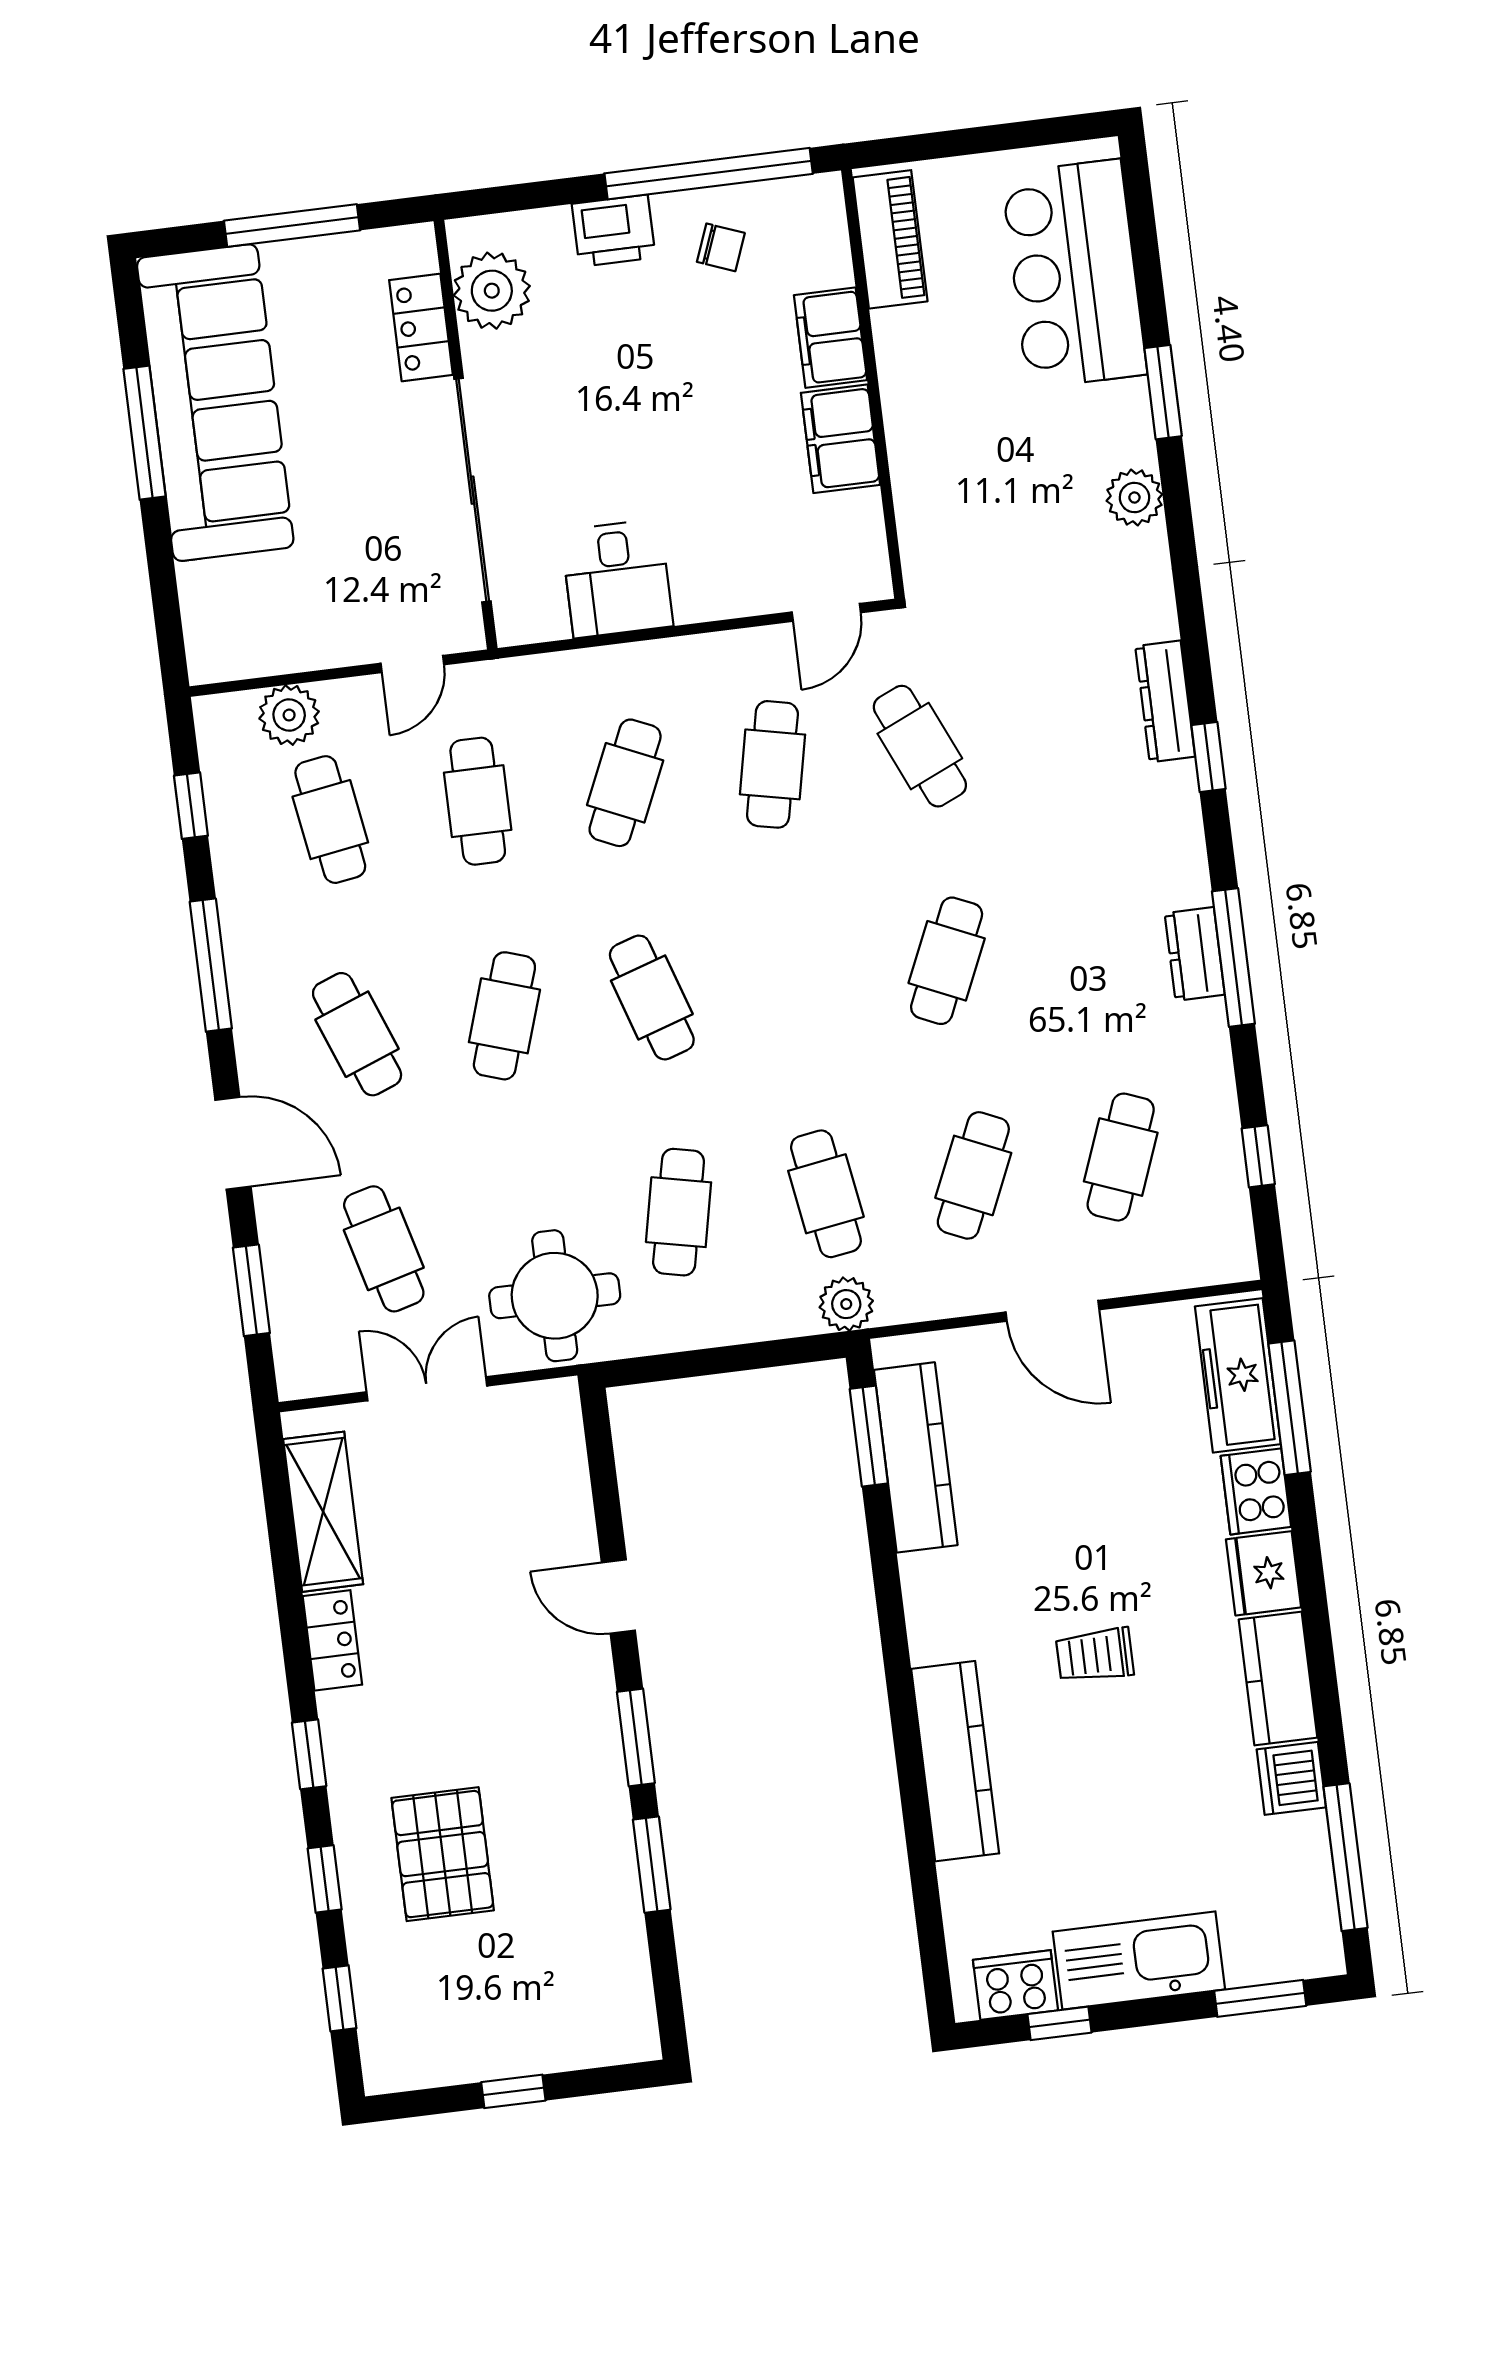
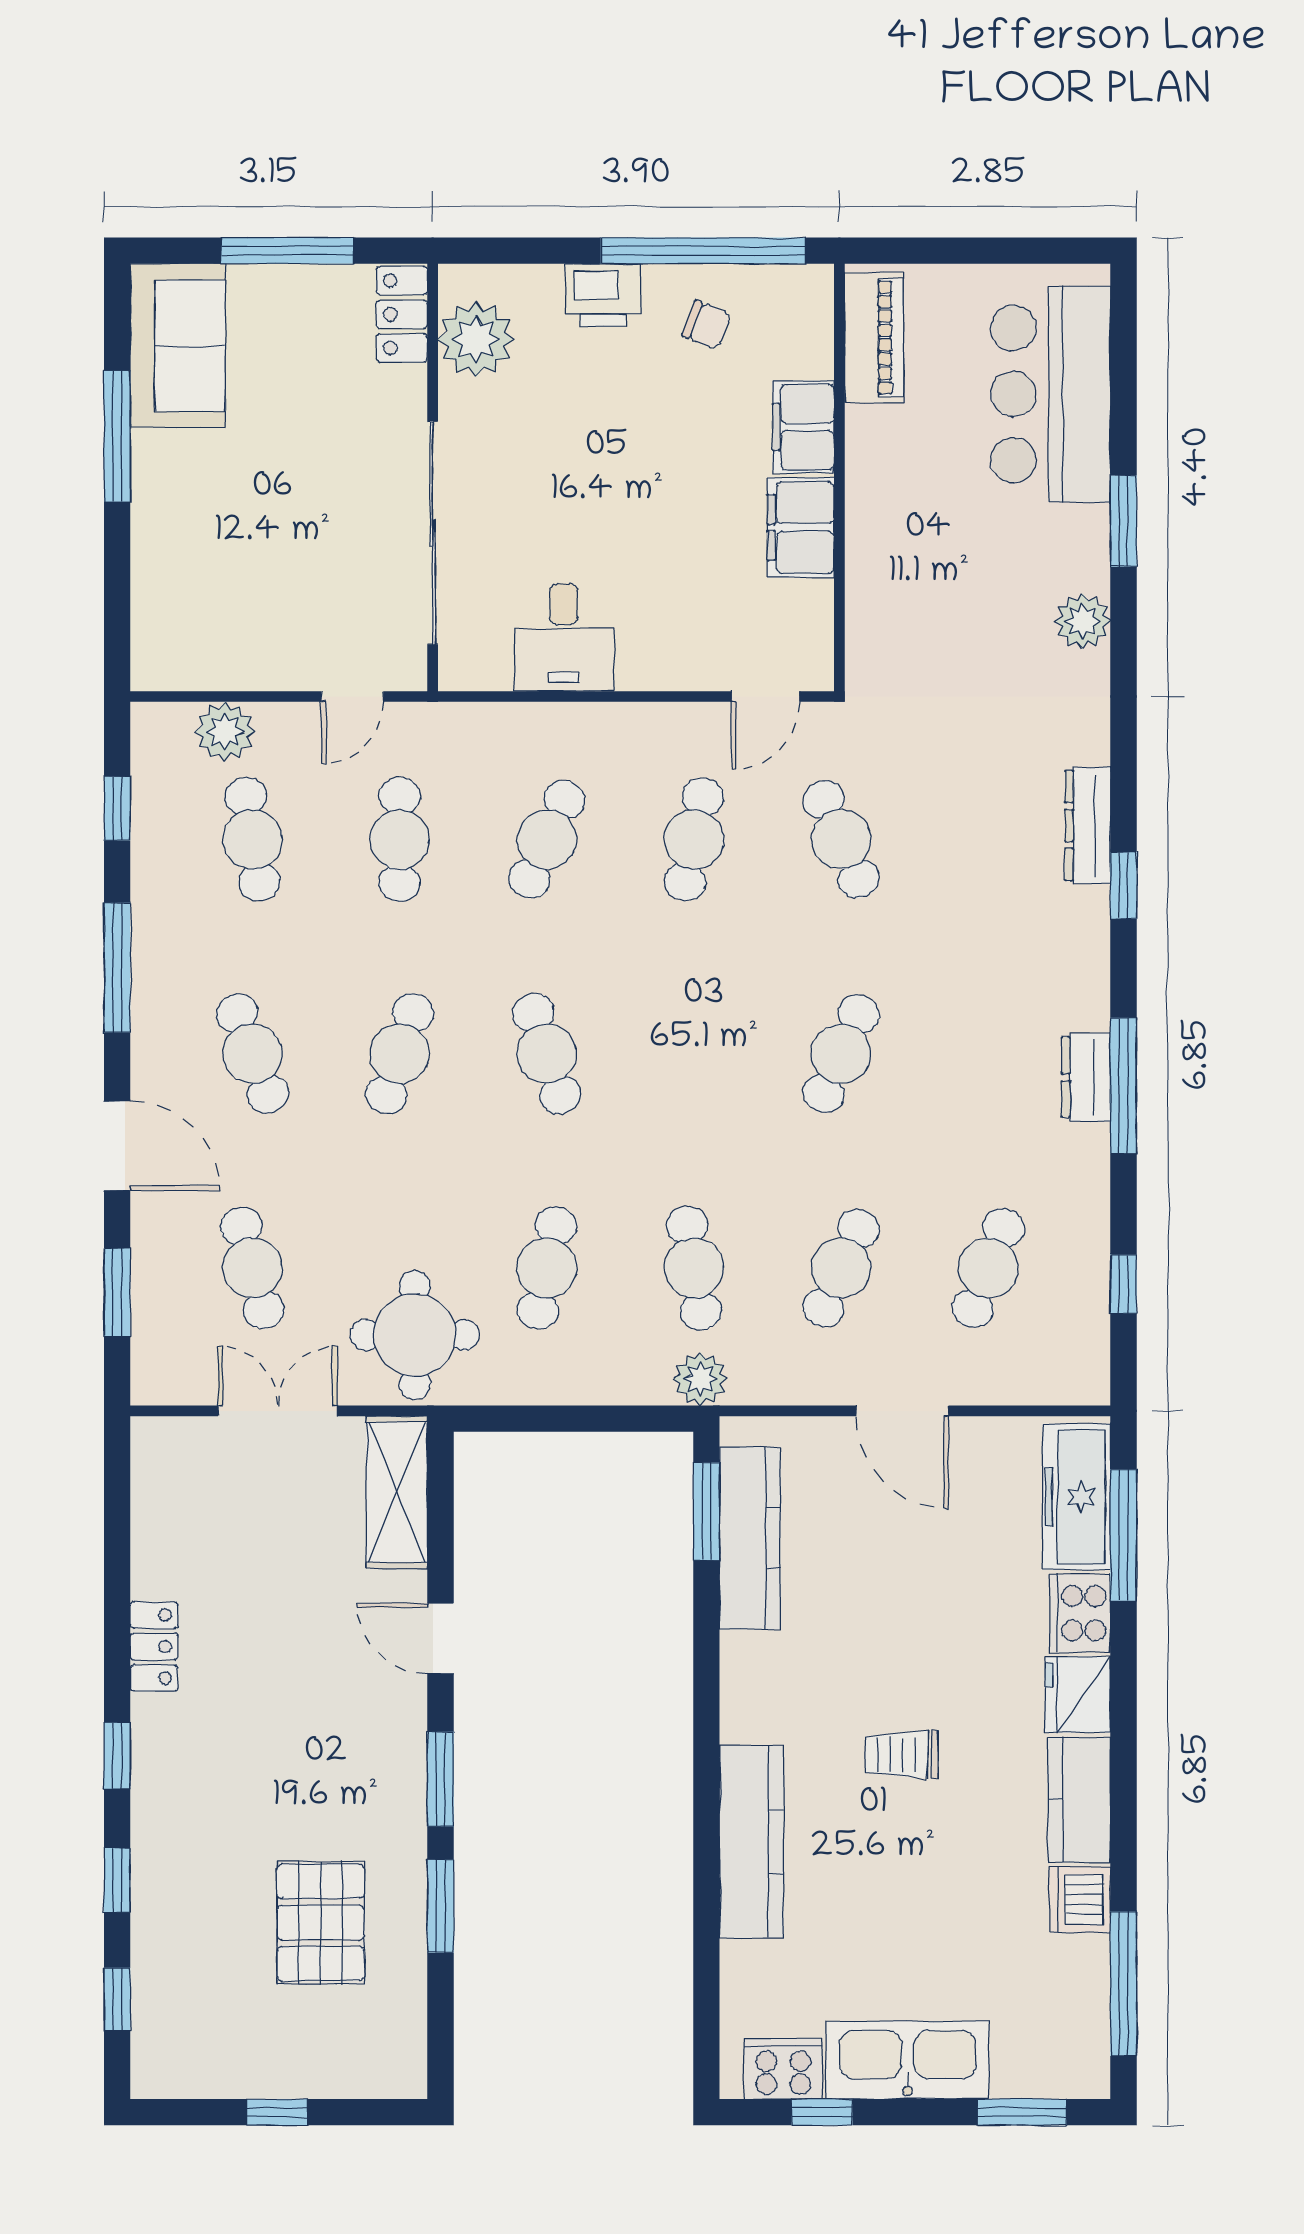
locker: (421, 328) -> (402, 314), moved
sofa: (215, 403) -> (178, 346), width x0.54, depth x0.79
shelving: (323, 1512) -> (397, 1492), moved
pallet: (443, 1854) -> (321, 1922), moved

